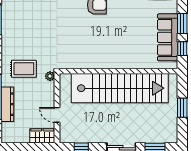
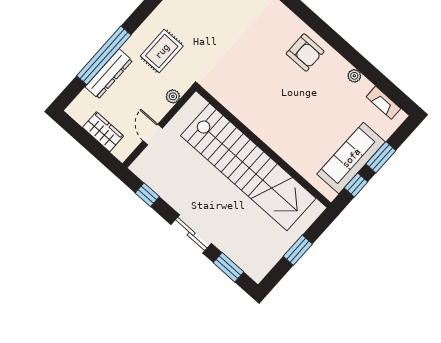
rug: (24, 69) -> (162, 51), turned 90
plant: (50, 76) -> (173, 96), moved
wardrobe: (42, 136) -> (103, 132), moved

